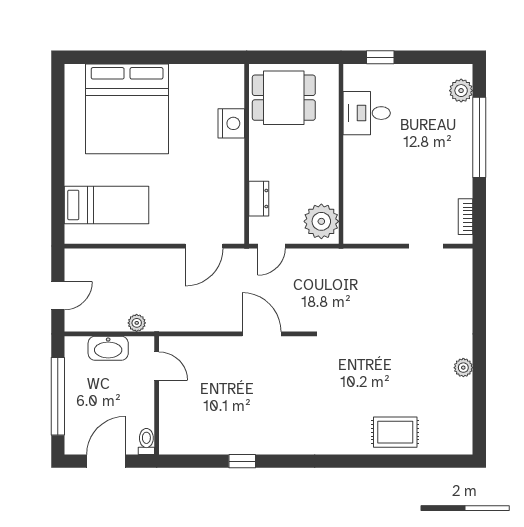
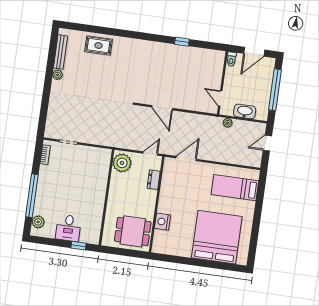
desk: (367, 113) -> (68, 228), moved, turned 90
bench: (464, 410) -> (60, 52), added

